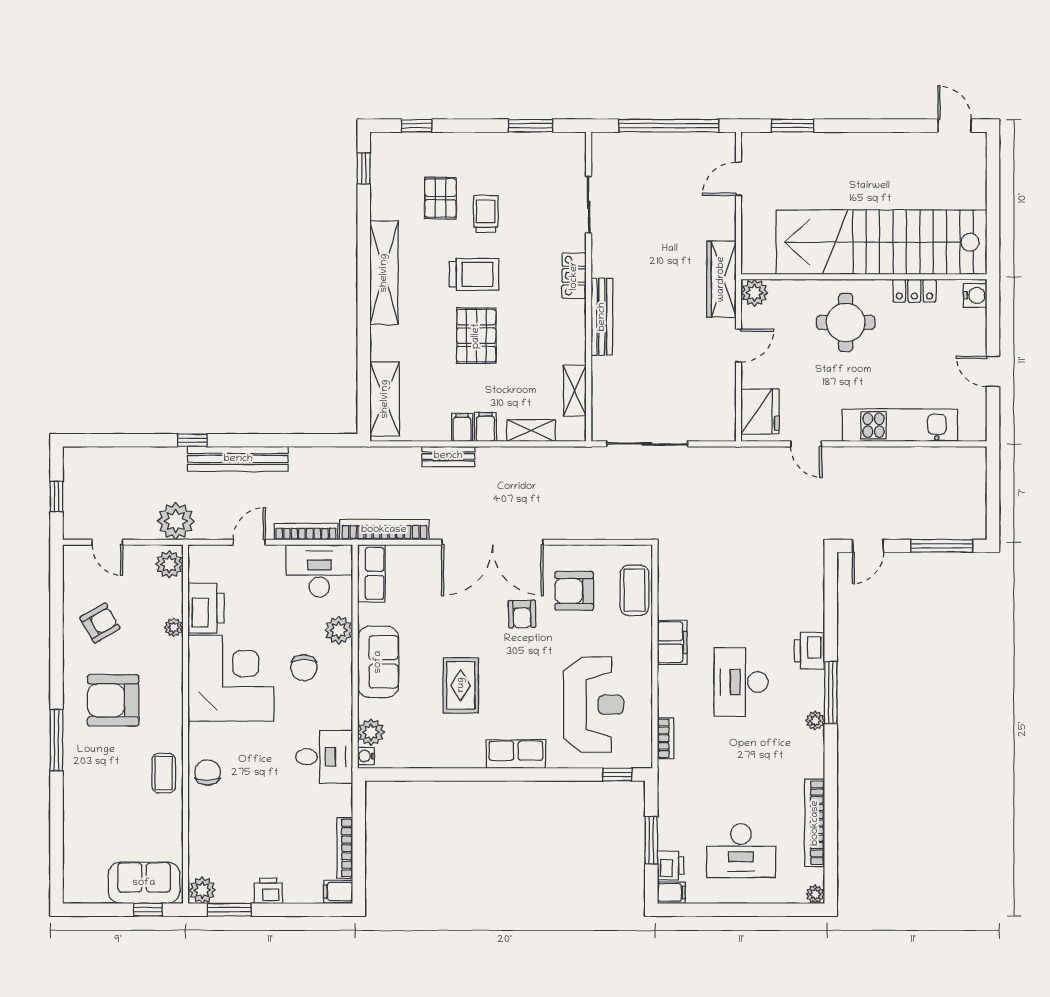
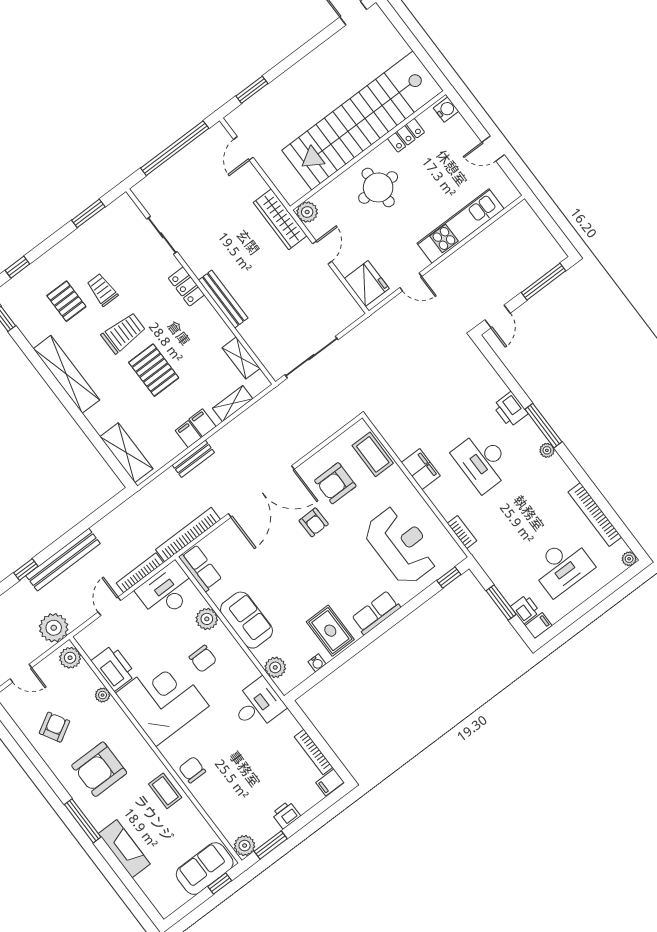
rug: (461, 685) -> (330, 631), moved
water cooler: (366, 756) -> (317, 663), moved, turned -90
fireplace: (77, 801) -> (124, 849), added

